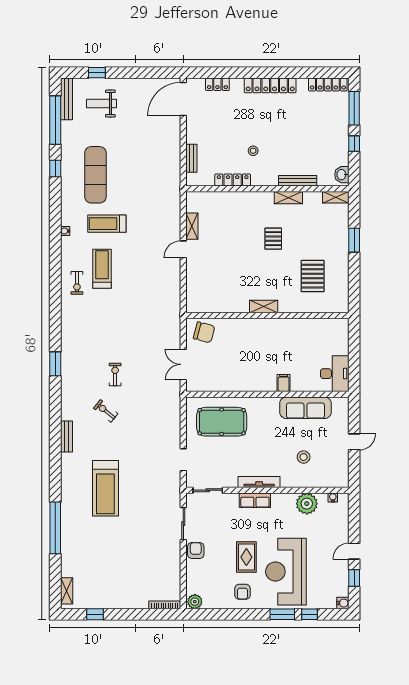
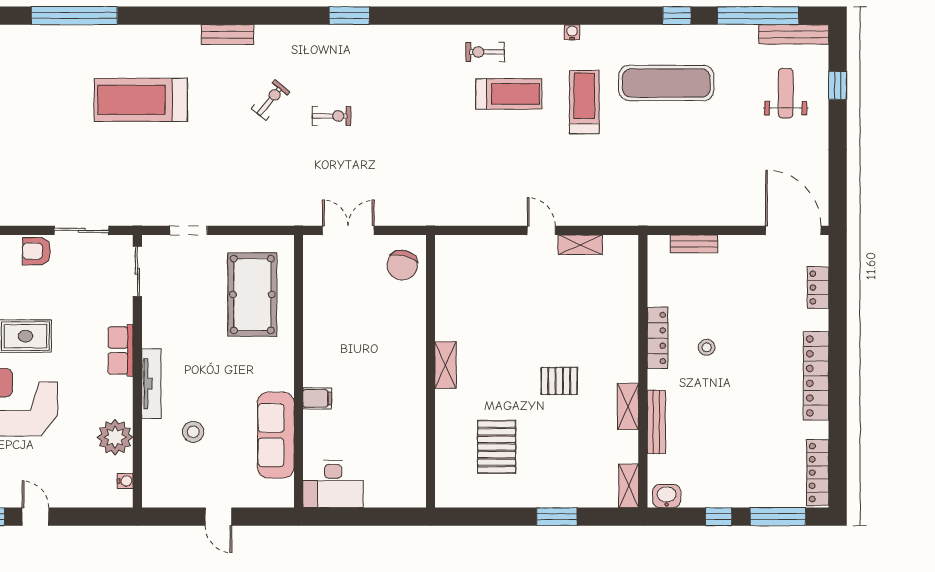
locker: (233, 180) -> (658, 338), moved
pallet: (313, 276) -> (497, 447), turned 90
tv unit: (259, 482) -> (151, 384), moved
armchair: (196, 550) -> (36, 251), turned 180

